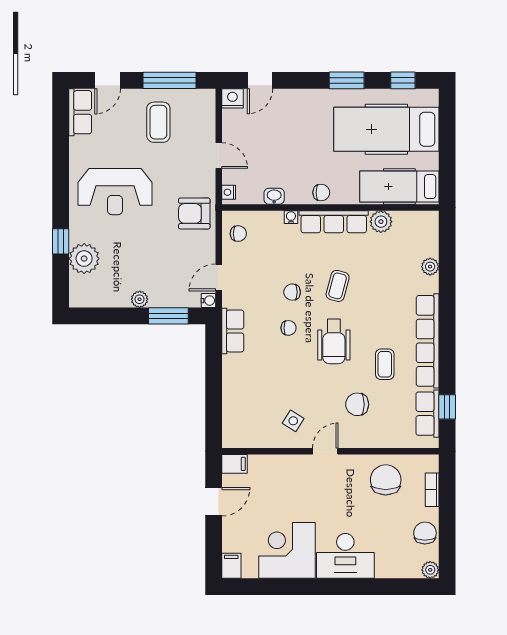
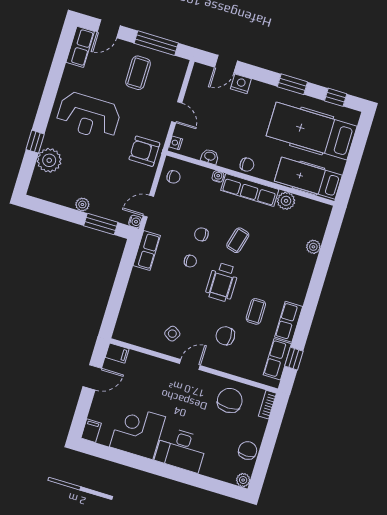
nightstand: (232, 98) -> (241, 84), moved
row of seats: (428, 341) -> (289, 322), width x0.50
bookcase: (432, 490) -> (267, 405), moved

